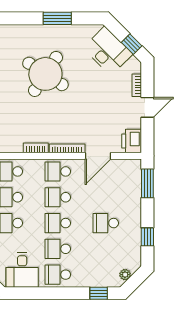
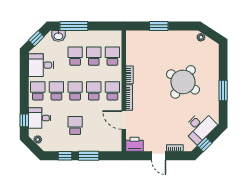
window: (147, 183) -> (89, 156), moved
desk: (95, 272) -> (40, 118), added

